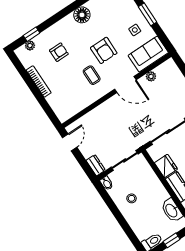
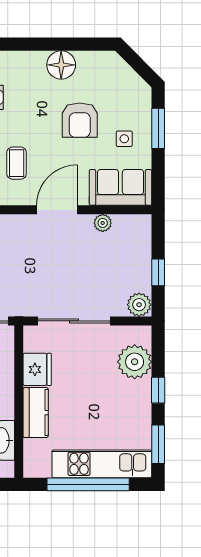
armchair: (104, 50) -> (80, 120), moved
door: (125, 84) -> (57, 210), swing flipped

